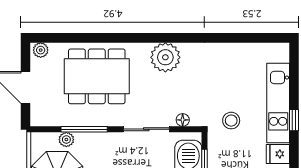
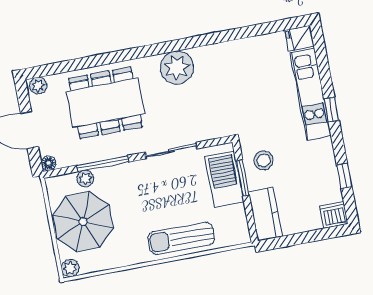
floor lamp: (183, 120) -> (49, 163), moved
stool: (231, 121) -> (264, 160), moved
fridge: (278, 154) -> (300, 38), moved

